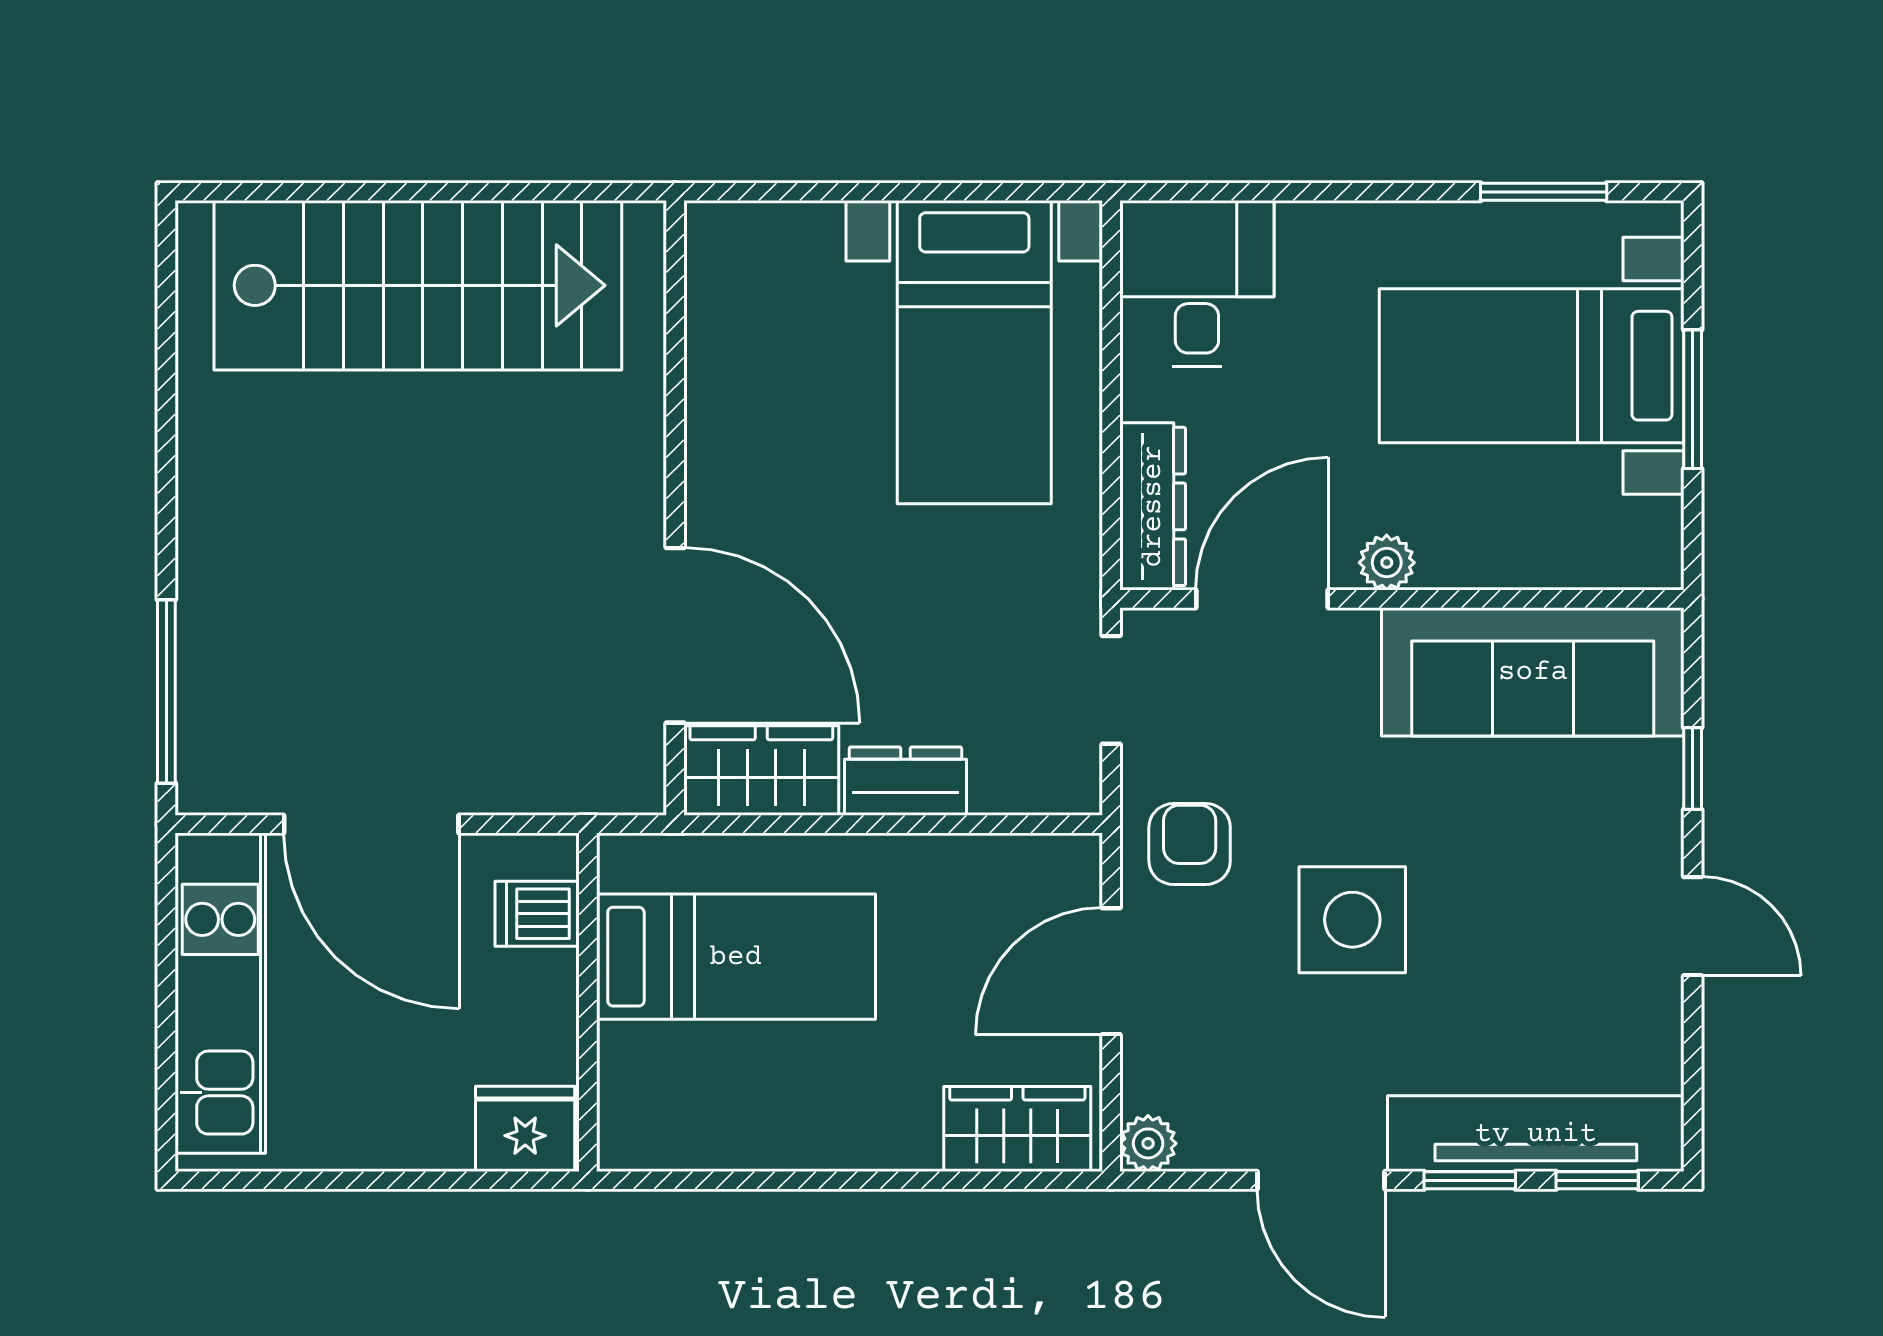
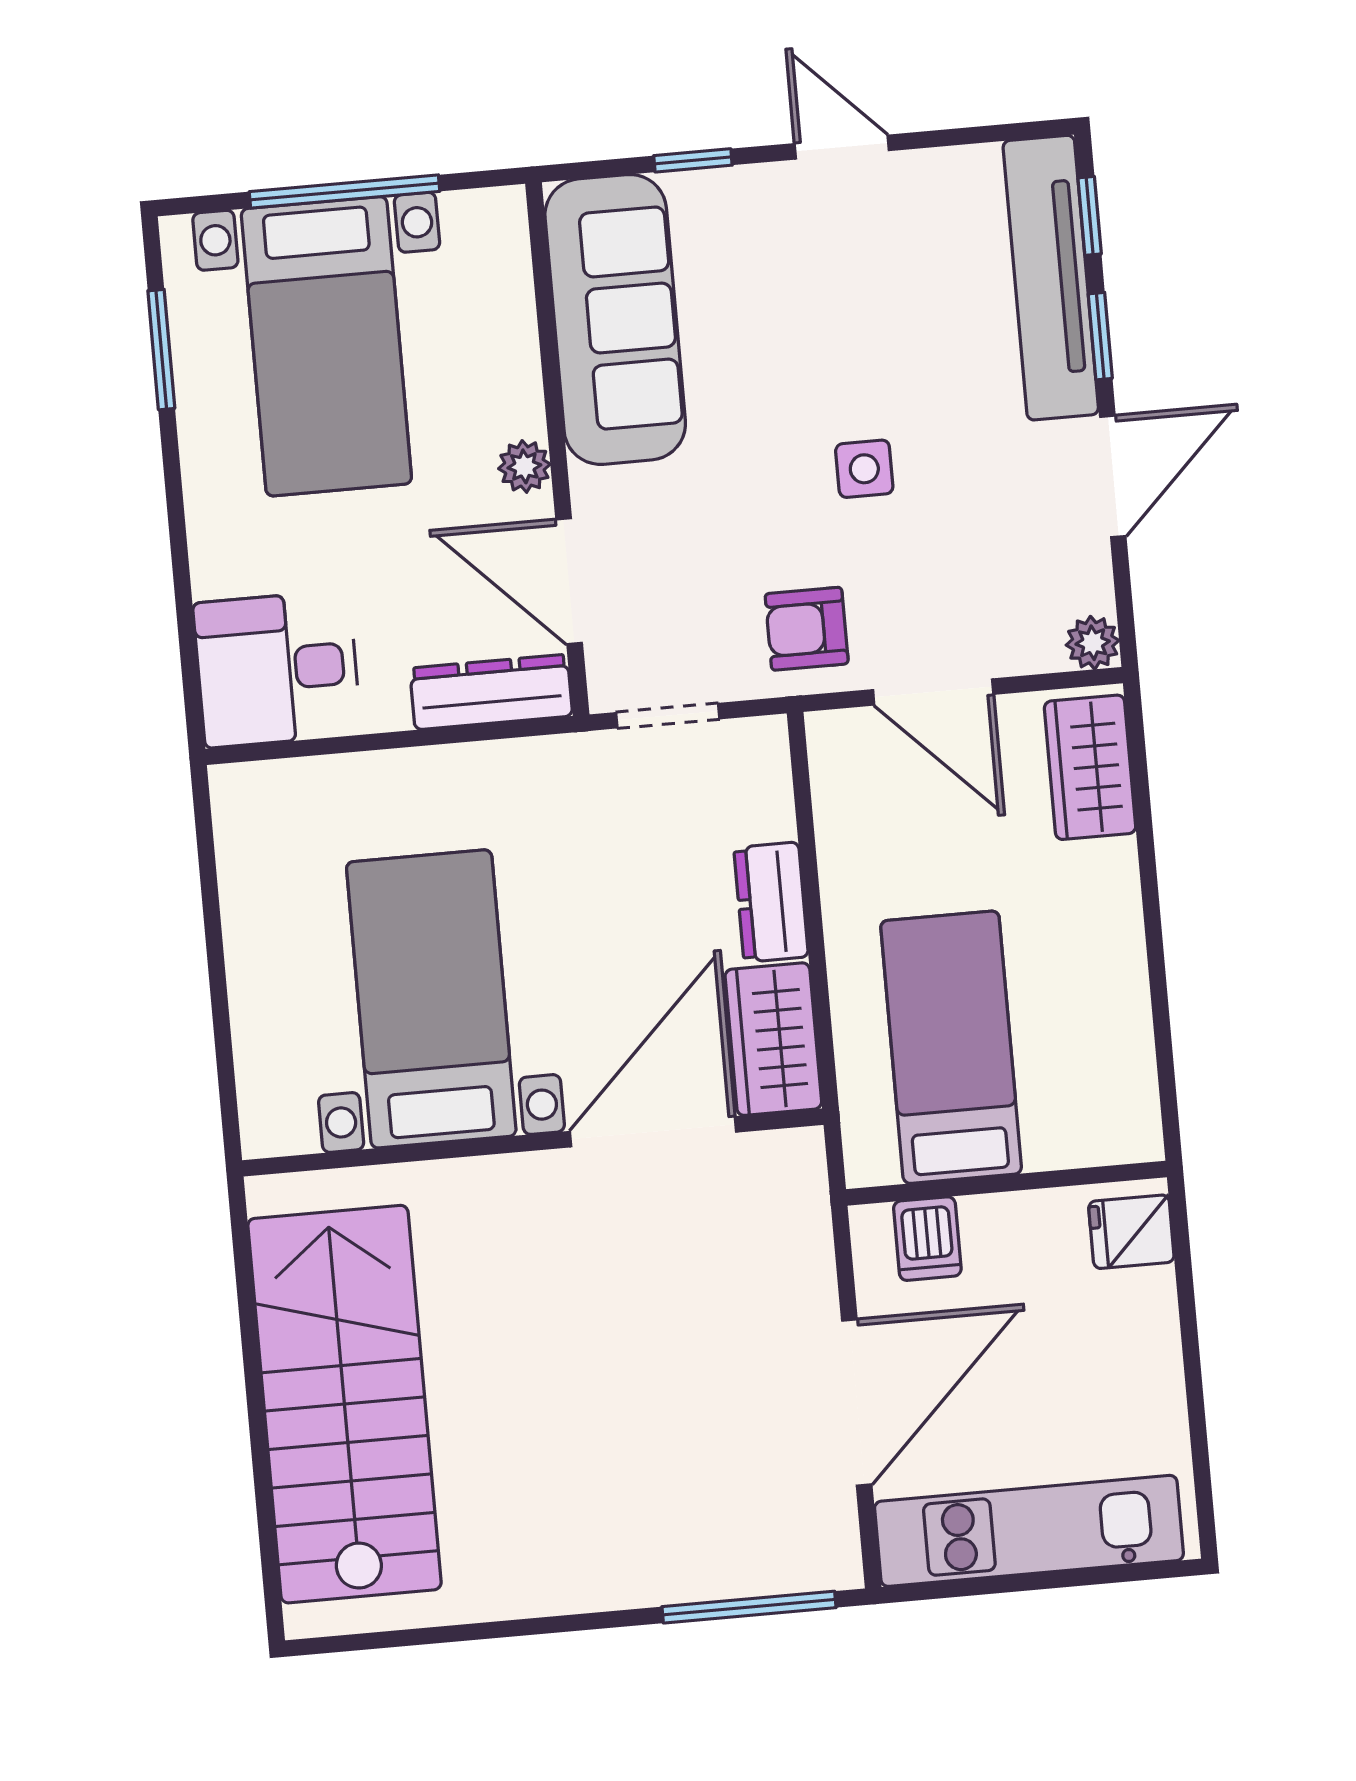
bed with nightstands: (974, 352) -> (431, 999), moved, turned -90
window: (1693, 399) -> (345, 191), width x1.44
side table: (1352, 920) -> (864, 469), width x0.54, depth x0.54
door: (1693, 926) -> (842, 147), hinge flipped
fridge: (525, 1129) -> (1131, 1232), width x0.72

